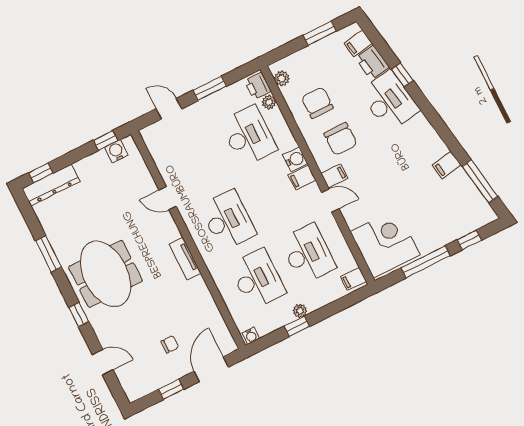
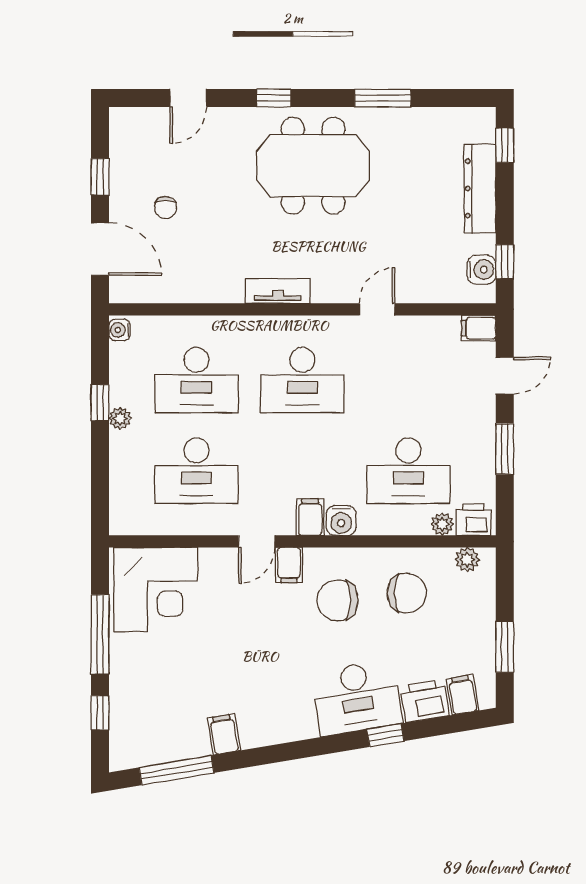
dresser: (51, 185) -> (480, 188), moved
filing cabinet: (353, 279) -> (479, 328), moved, turned -90

